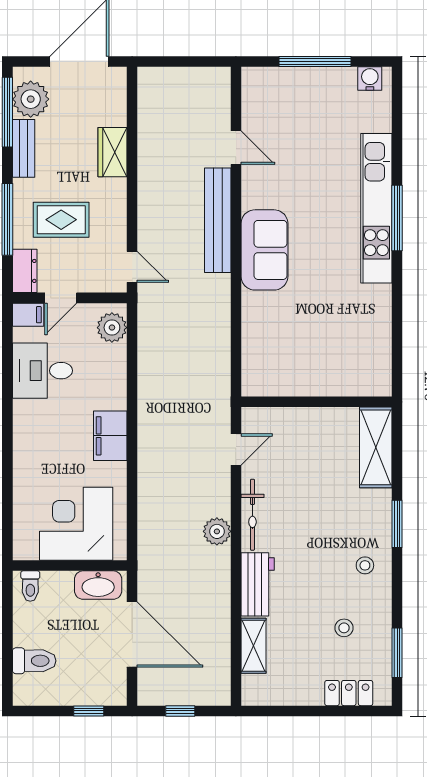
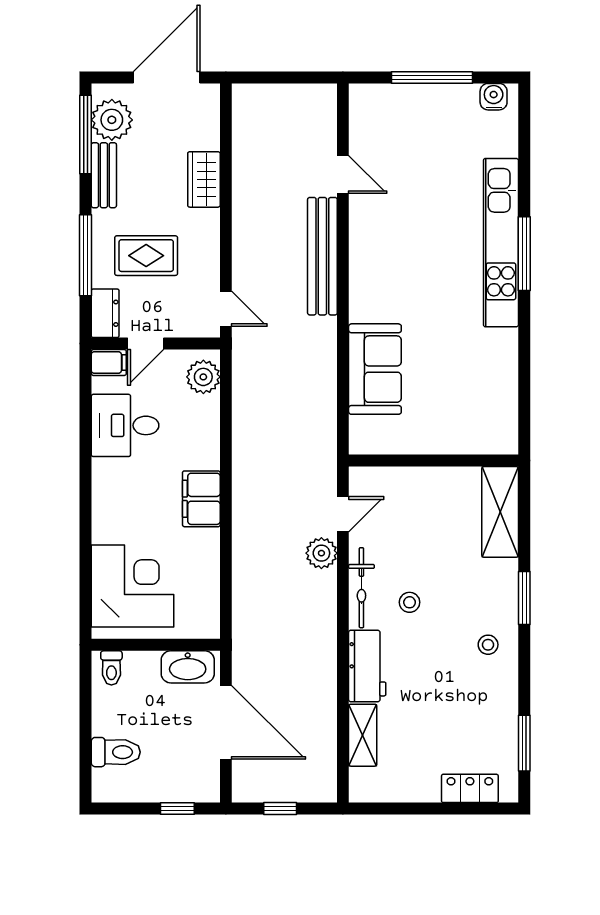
sofa: (264, 250) -> (375, 369), moved
corner desk: (76, 524) -> (133, 586), moved, turned 90
plant: (217, 531) -> (321, 553), moved
stool: (344, 628) -> (410, 602), moved

